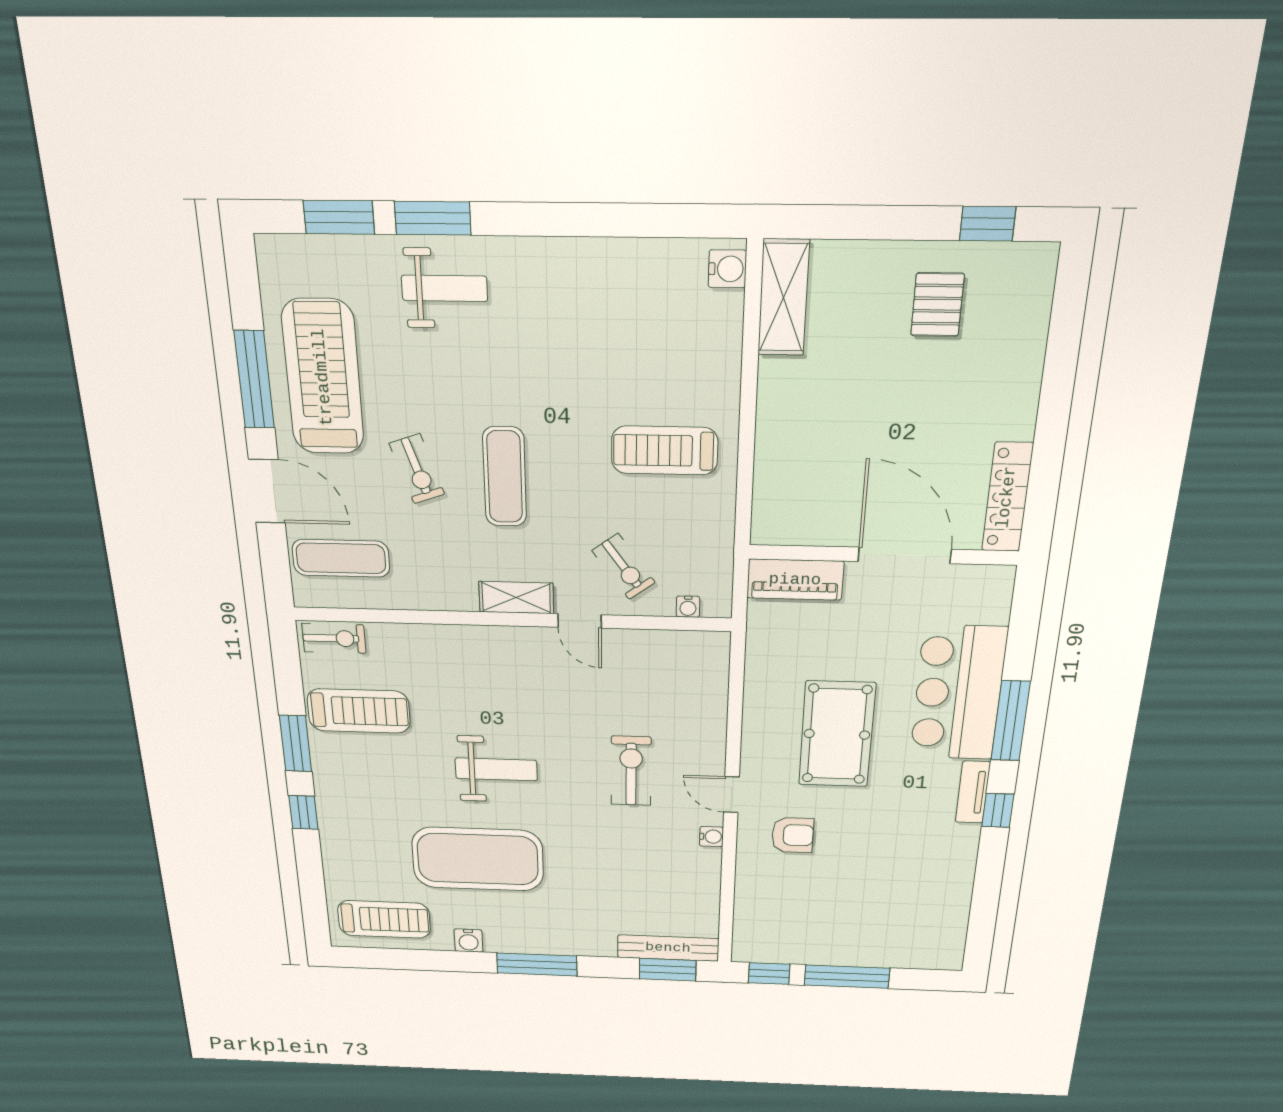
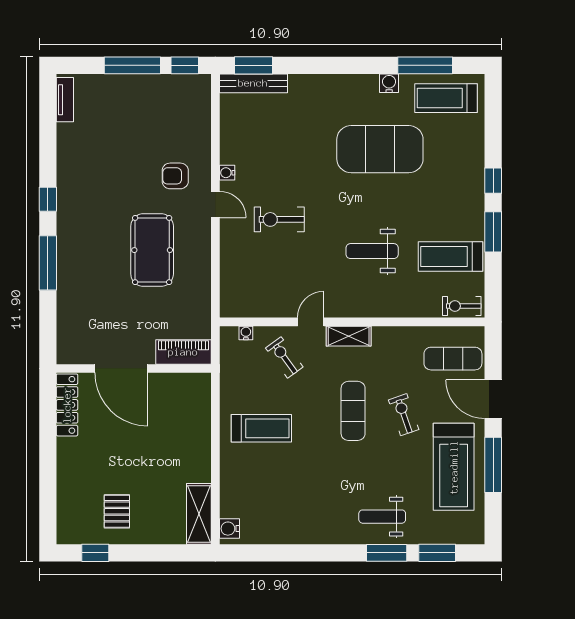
door: (580, 621) -> (311, 322), hinge flipped
bar counter: (958, 693) -> (81, 281), removed
weight bench: (496, 769) -> (372, 251), moved
exercise bike: (631, 771) -> (279, 219), turned 90
tv unit: (973, 792) -> (65, 100), moved
window: (537, 965) -> (425, 65), moved

